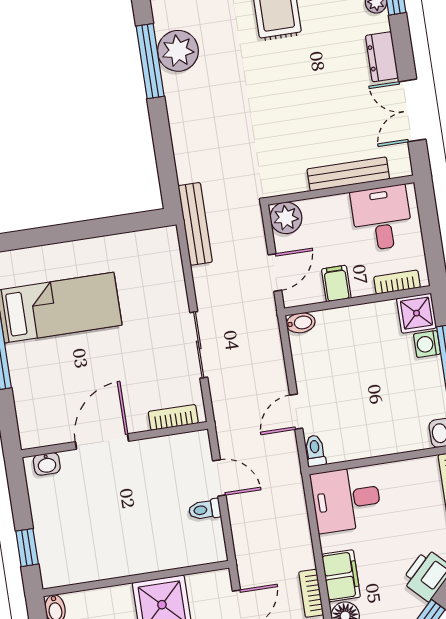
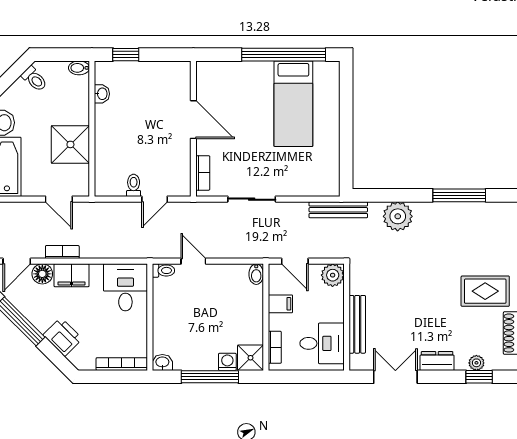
plant: (178, 51) -> (398, 216), moved
washbasin: (47, 464) -> (102, 94), moved, turned 180

